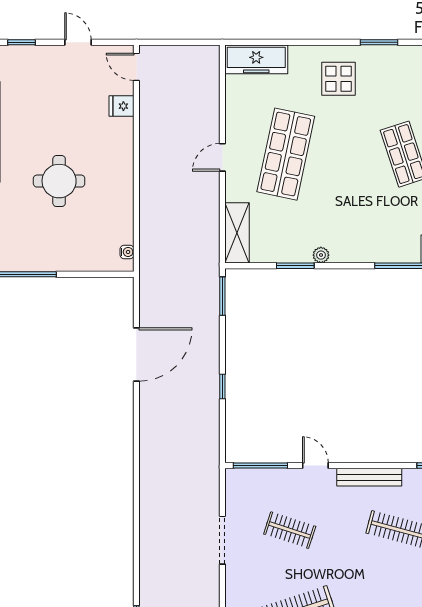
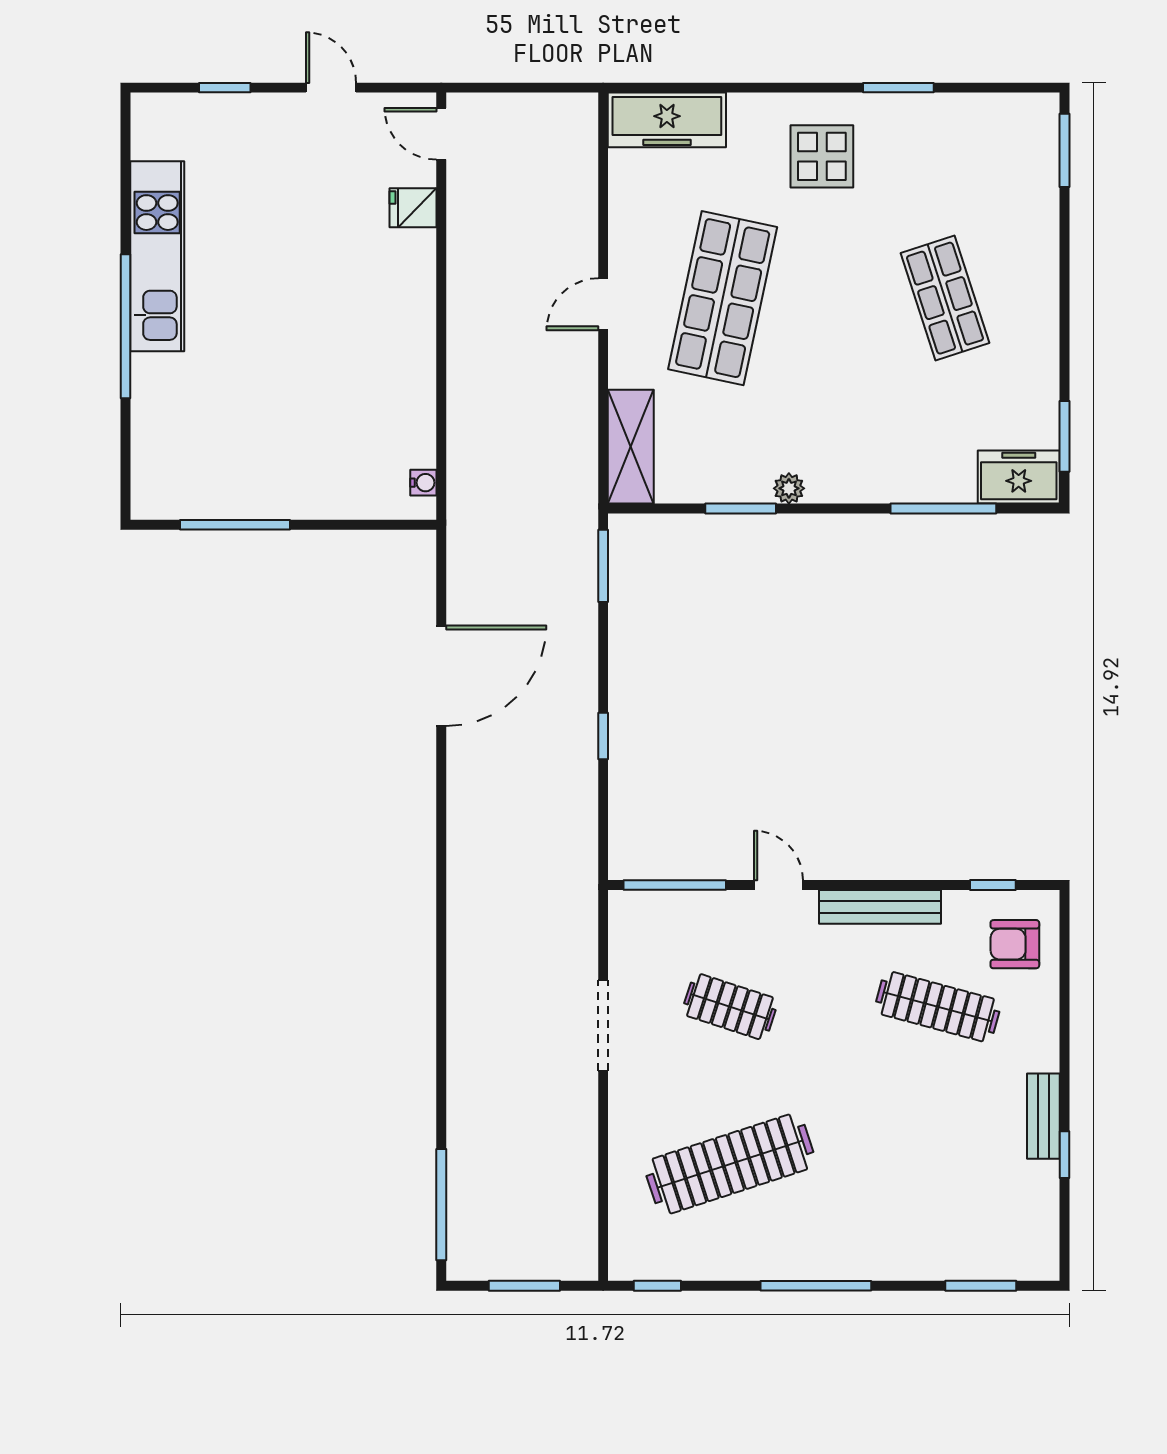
round table: (59, 181) -> (296, 349), removed

